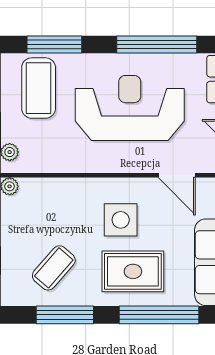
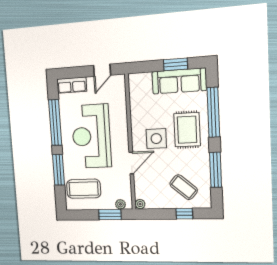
window: (54, 45) -> (59, 170), moved
door: (177, 175) -> (131, 163), moved
coffee table: (54, 268) -> (184, 187), moved

